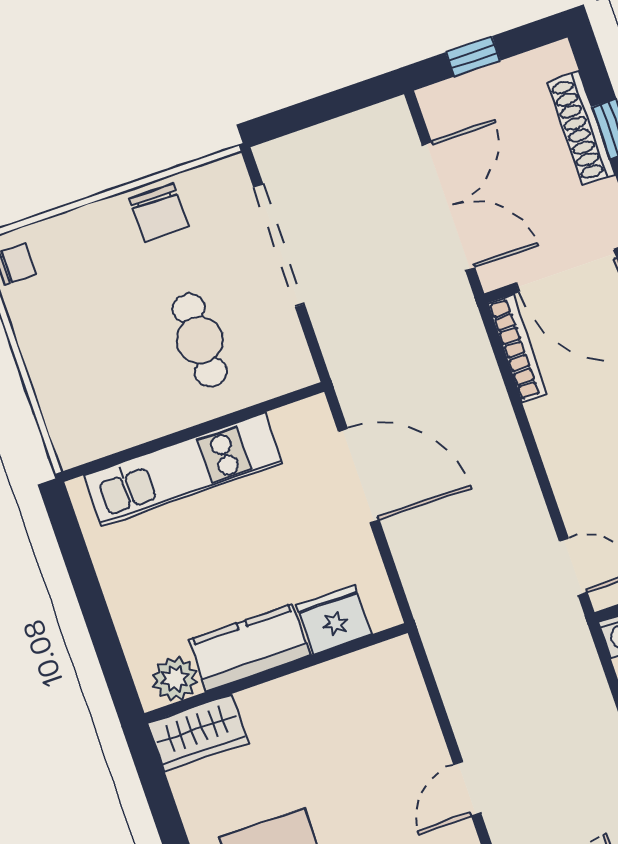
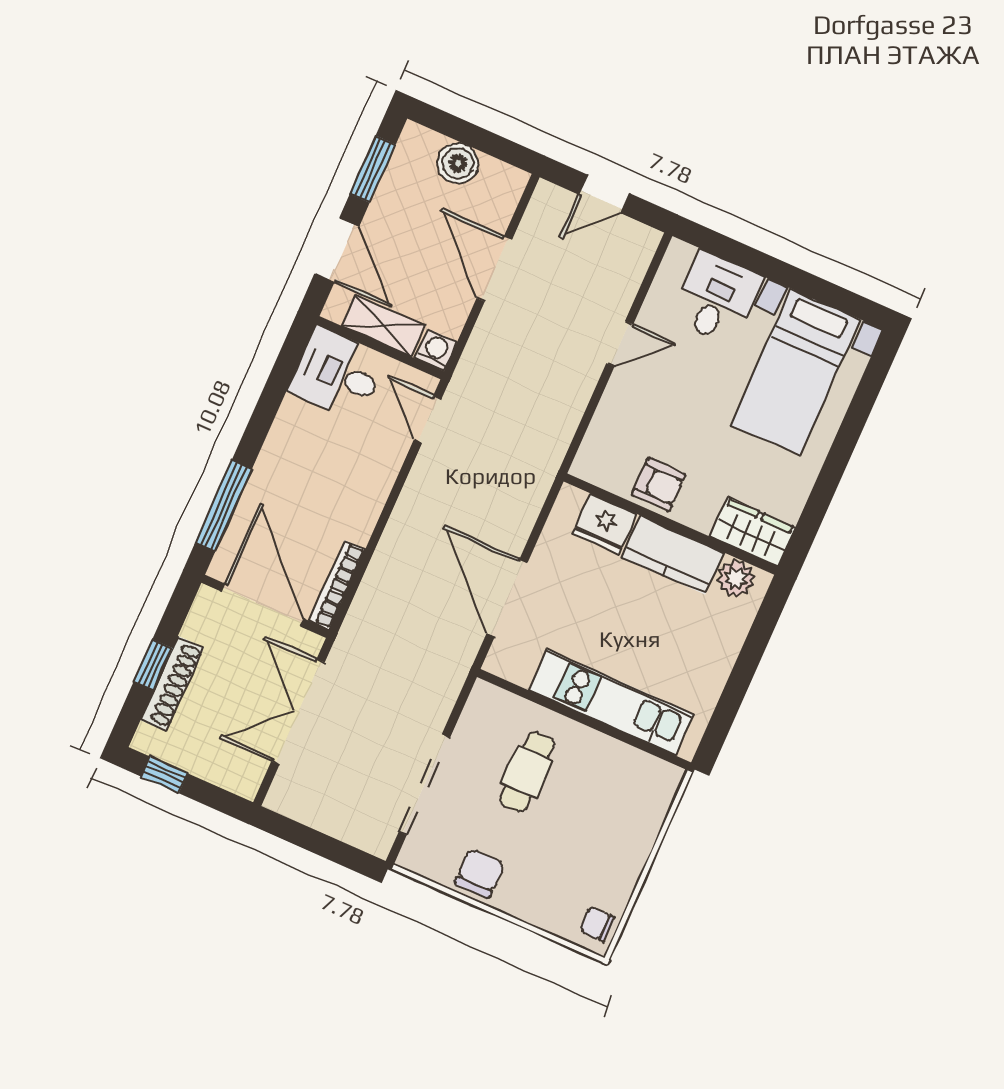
window: (473, 56) -> (164, 775), moved
armchair: (319, 698) -> (659, 485), added

